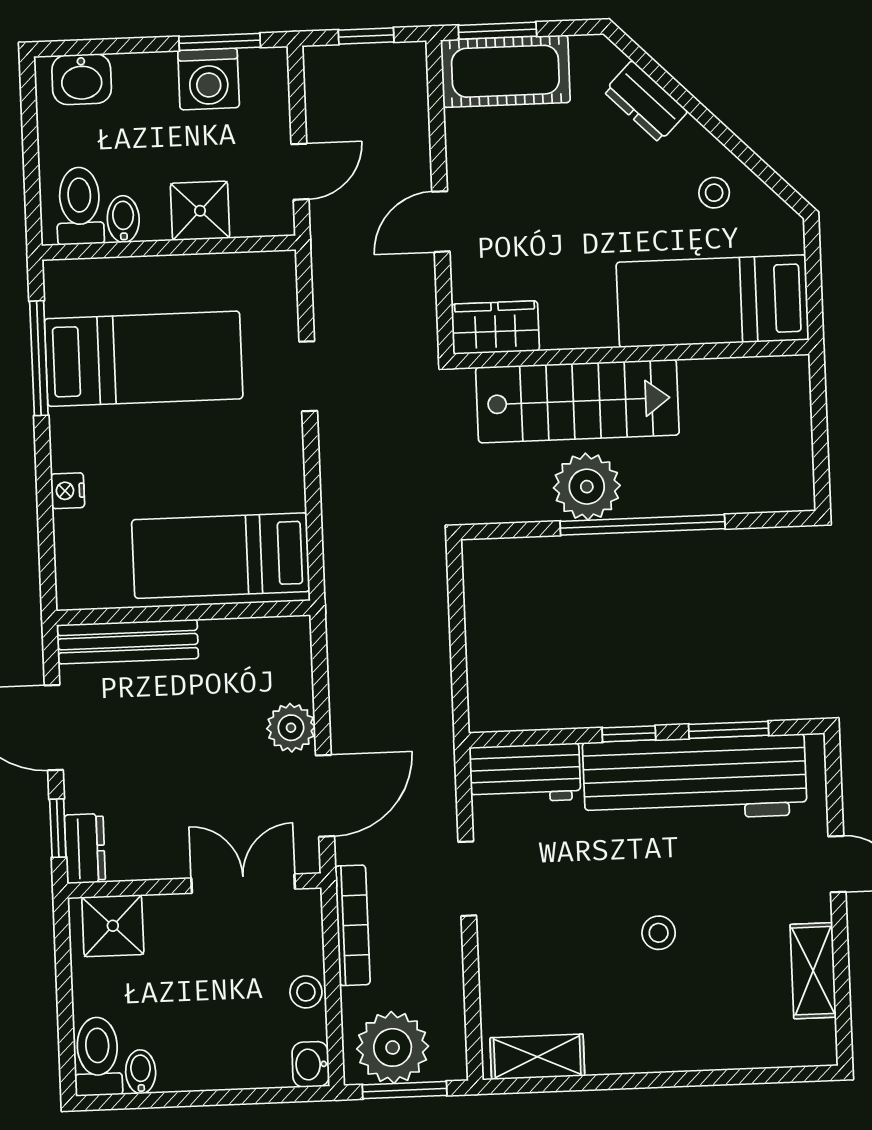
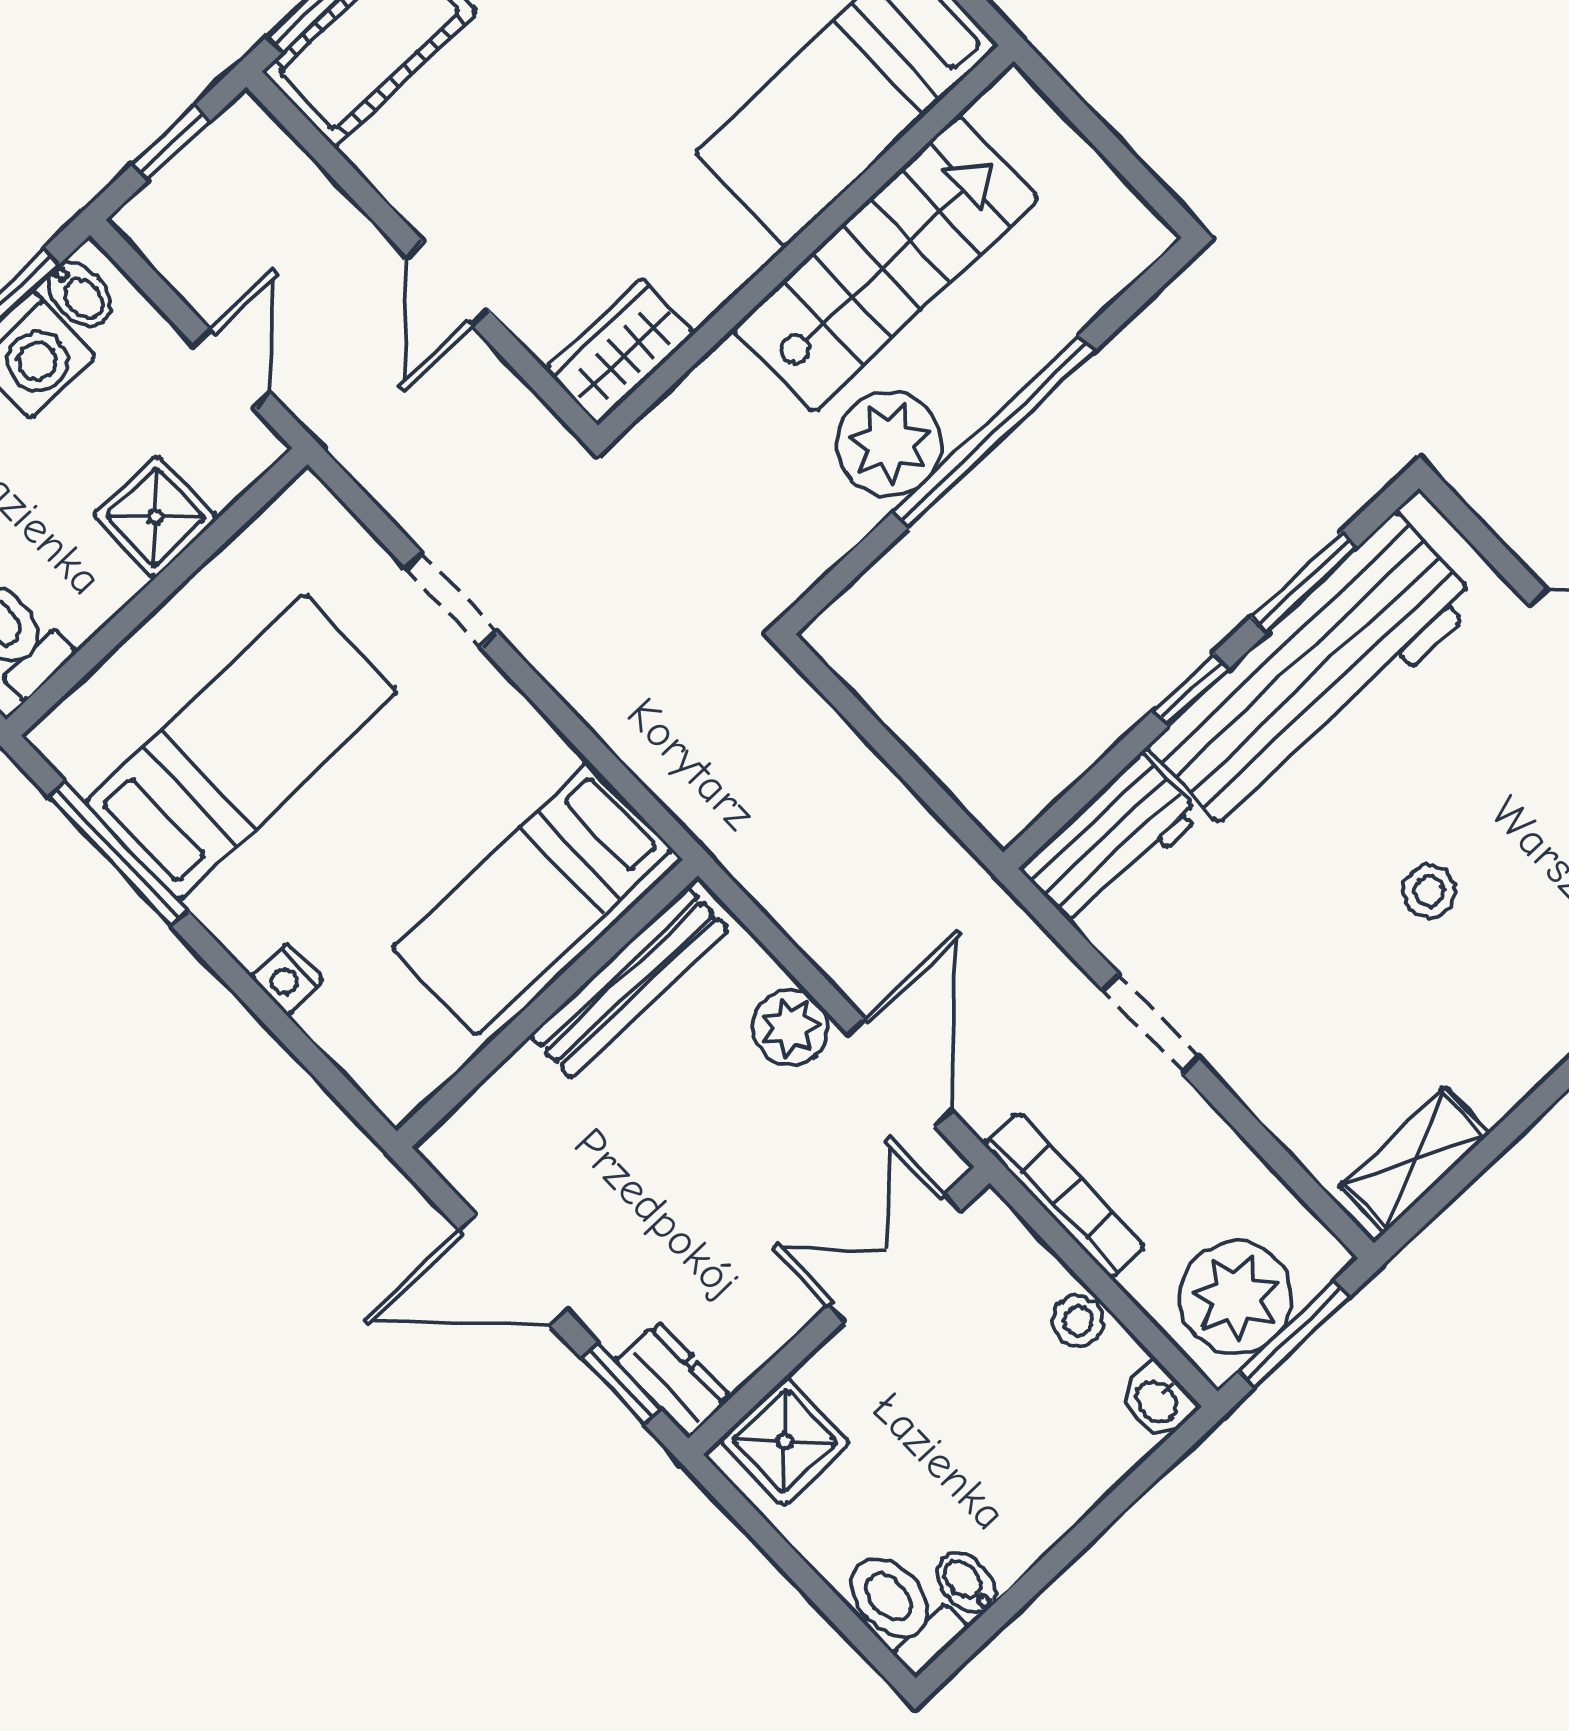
bidet: (123, 219) -> (80, 294), moved, turned 180
stairs: (577, 401) -> (886, 263), moved
bench: (128, 642) -> (629, 982), moved

